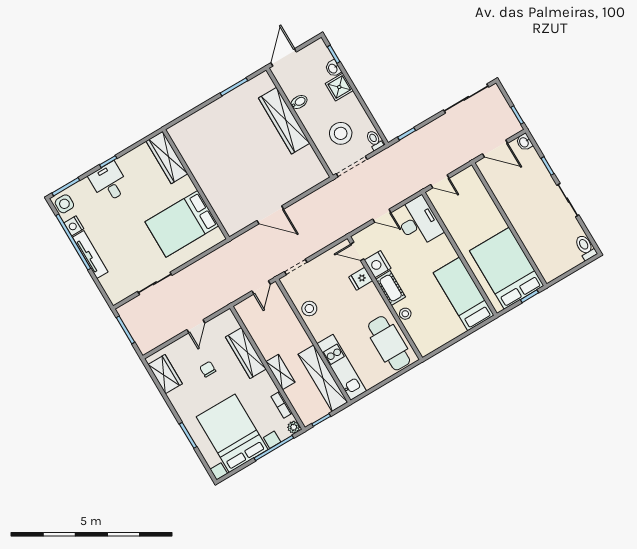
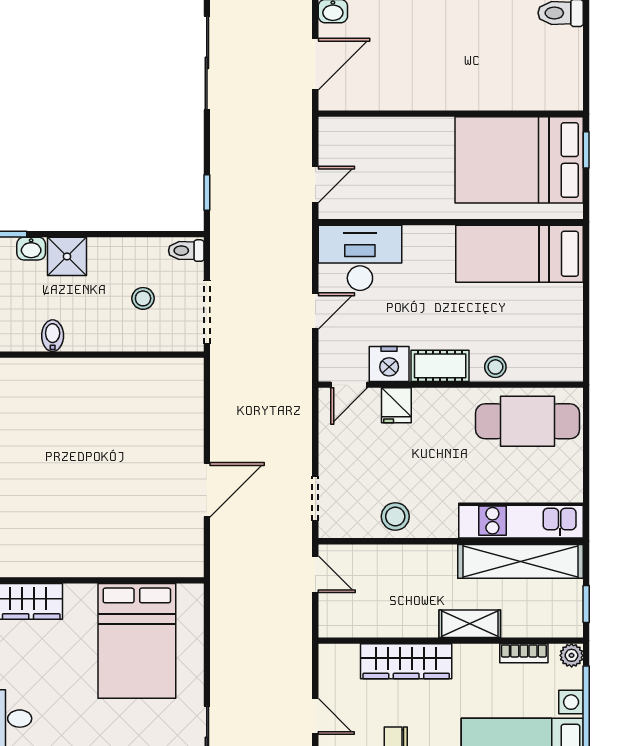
wardrobe: (284, 121) -> (68, 377), removed
stool: (341, 133) -> (143, 298), width x0.53, depth x0.53

